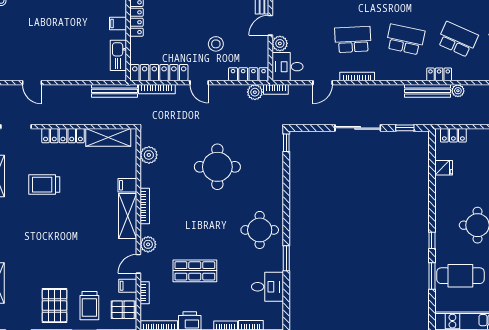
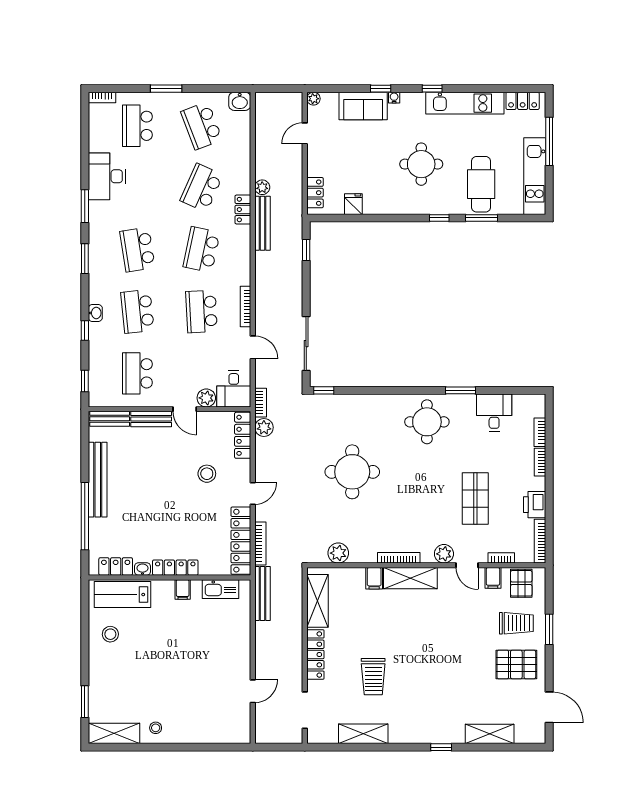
sliding door: (358, 128) -> (306, 344), moved

